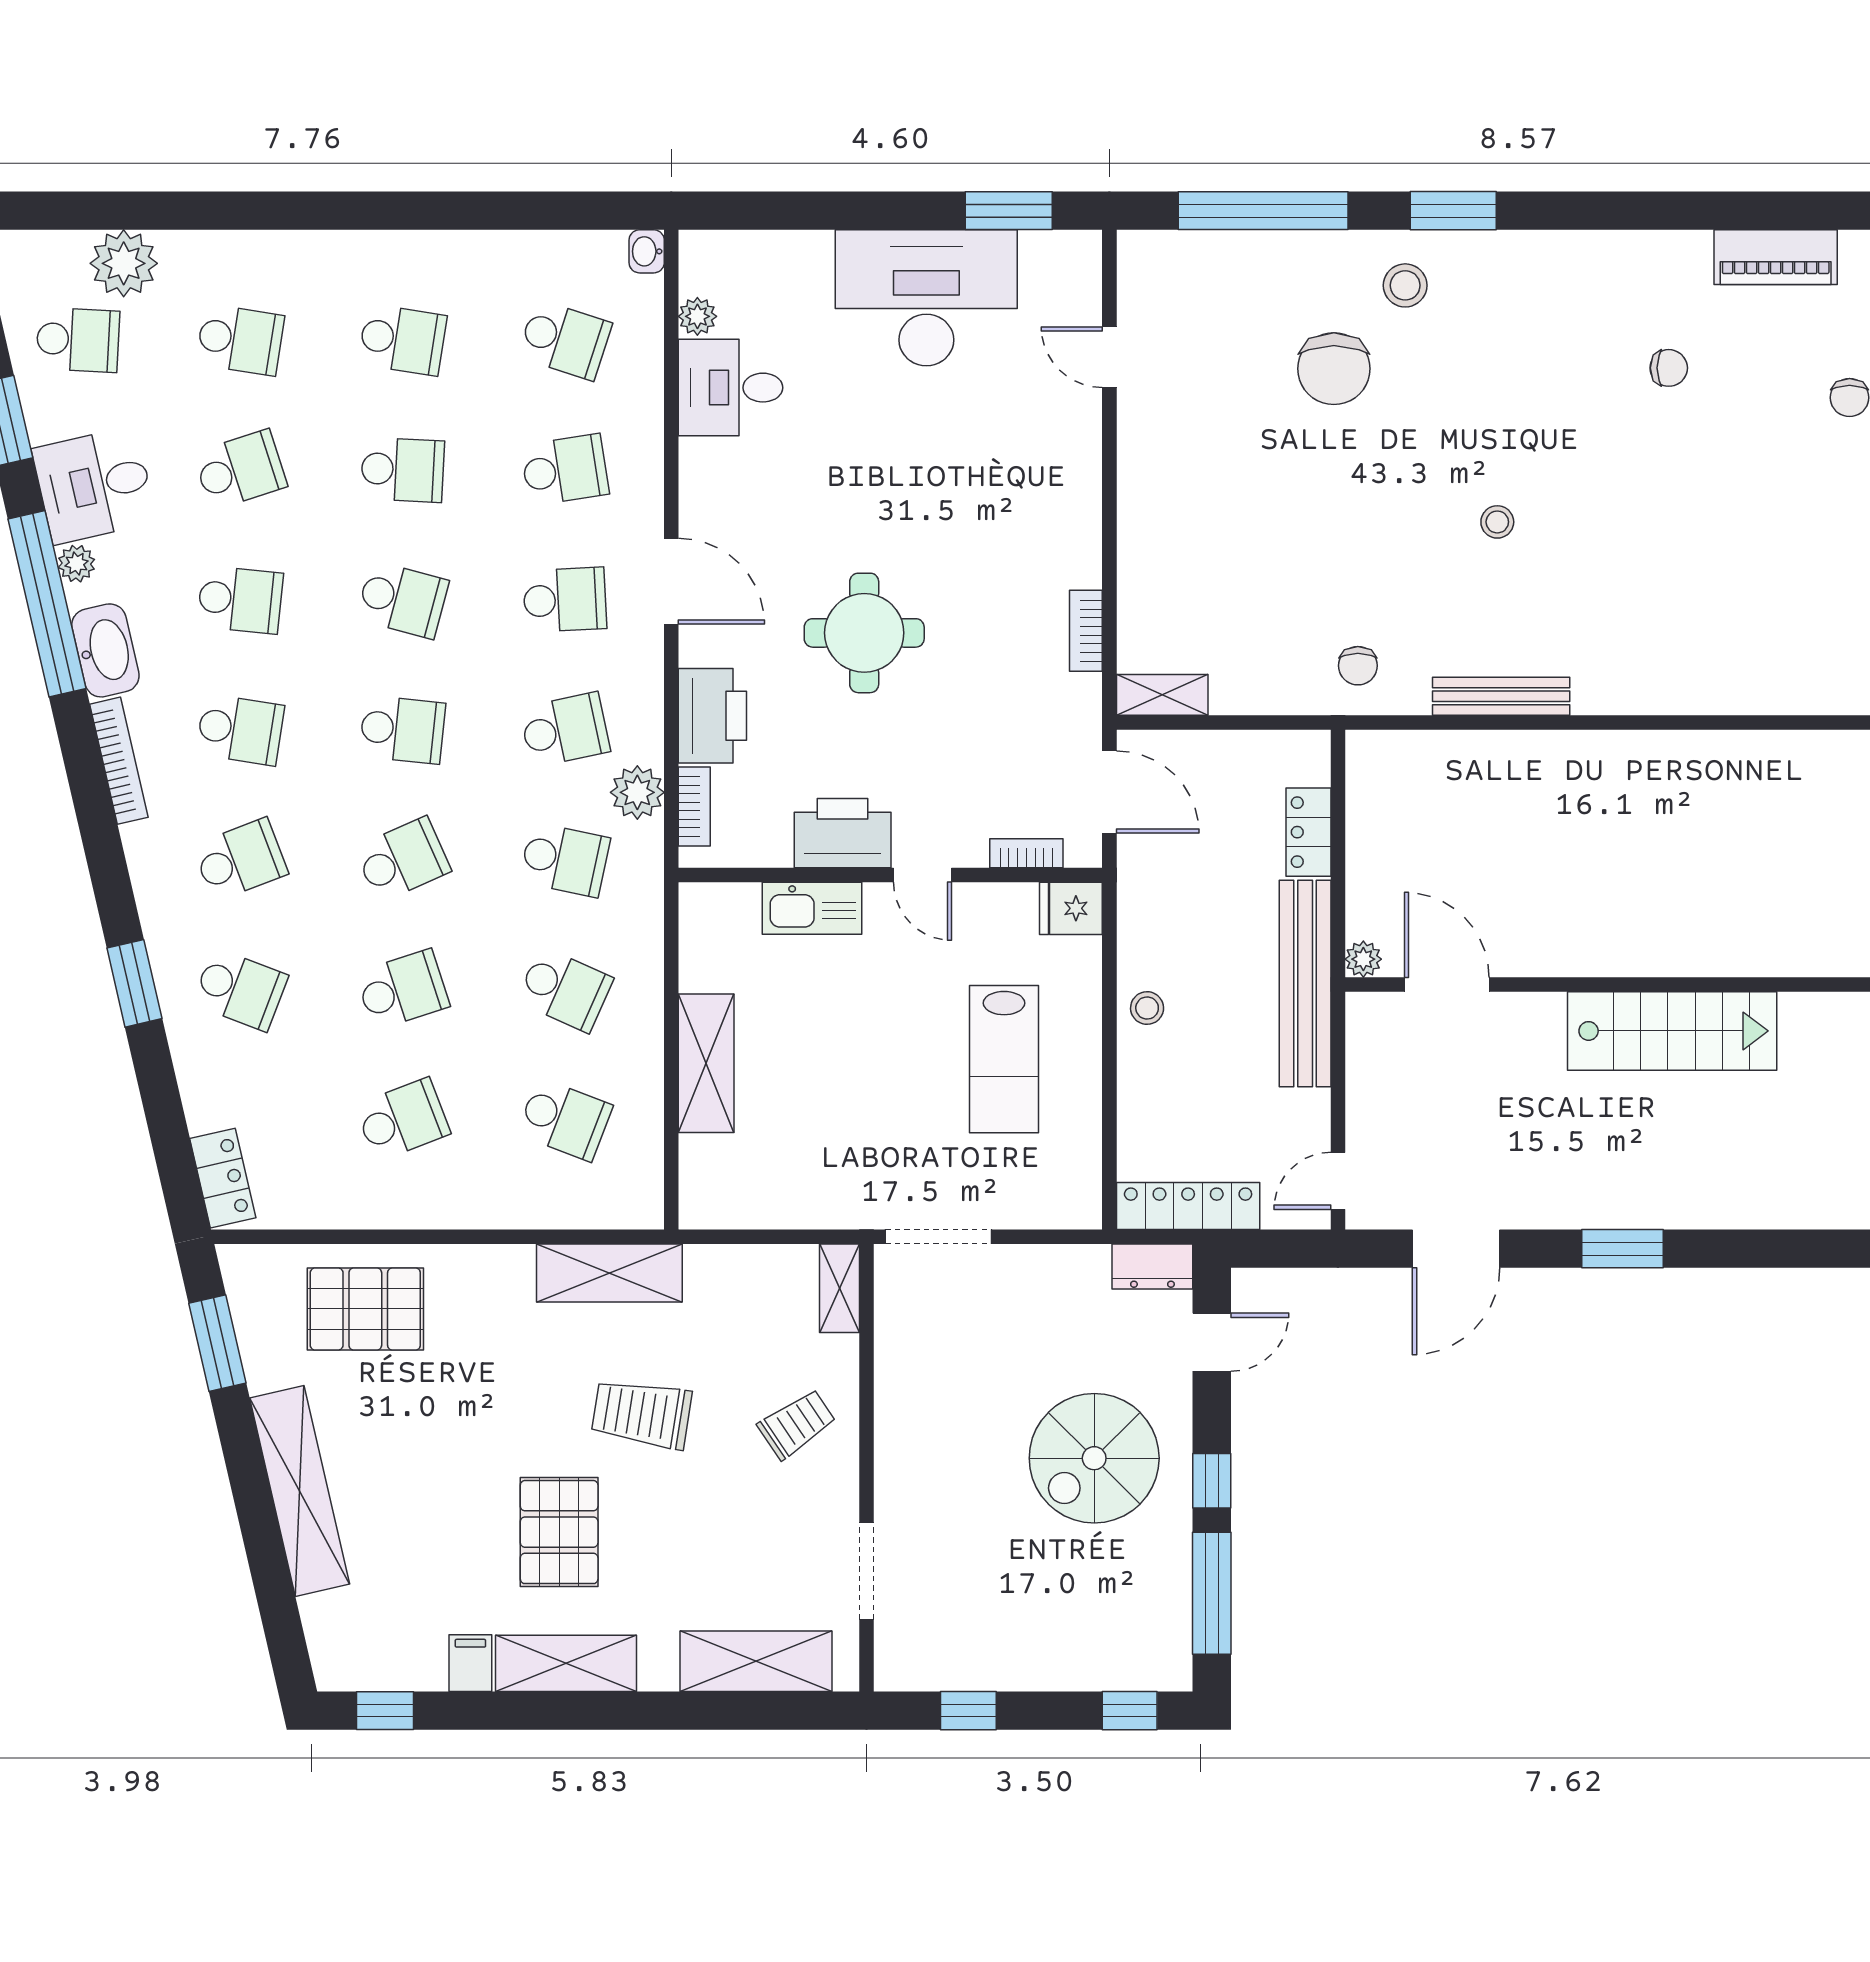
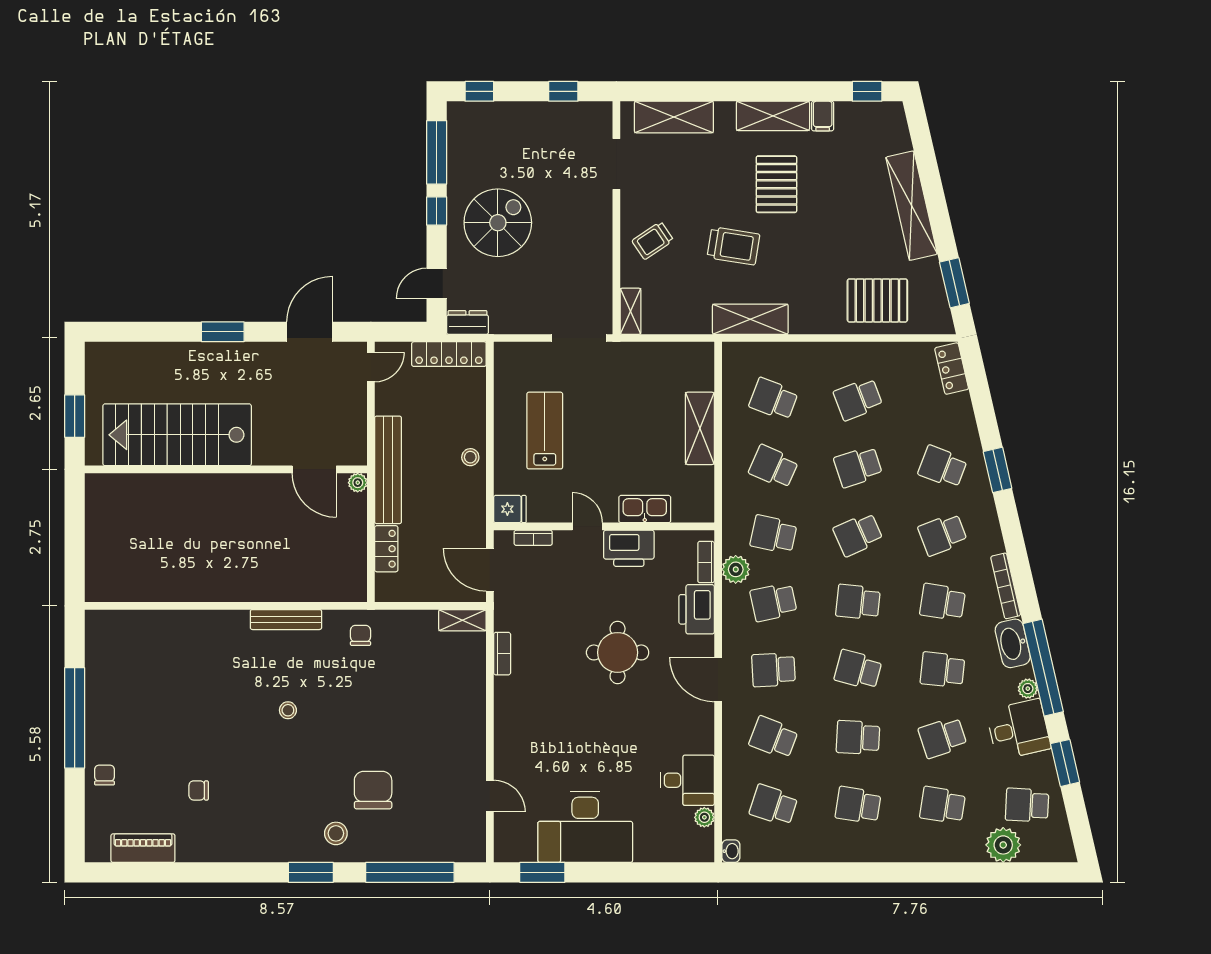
school desk: (565, 470) -> (774, 737), turned 30
stairs: (1672, 1031) -> (177, 435), width x1.36, depth x1.51

